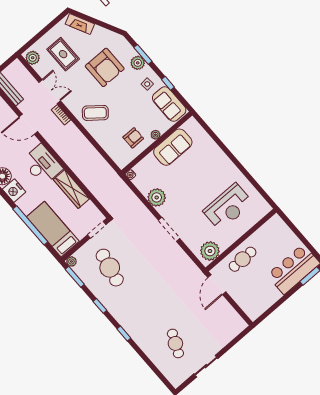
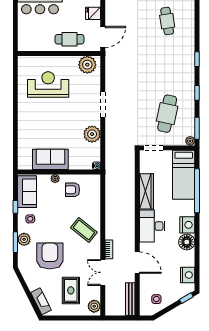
fridge: (242, 297) -> (93, 13), added
cafe table: (175, 343) -> (167, 21), turned -33

